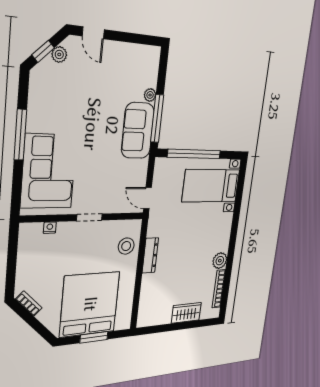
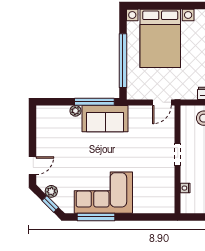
window: (20, 135) -> (96, 217), moved
corner sofa: (49, 171) -> (103, 193), moved
bed with nightstands: (211, 186) -> (160, 38), width x1.36

